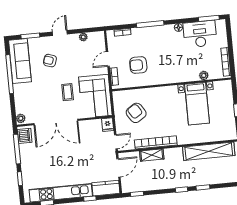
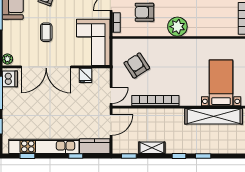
plant: (204, 76) -> (177, 27), moved, width x1.87, depth x1.87
coffee table: (68, 92) -> (46, 32), moved
bed with nightstands: (197, 104) -> (221, 83), moved, turned 180
fridge: (108, 125) -> (85, 75), moved
shelving: (152, 155) -> (152, 148), moved

